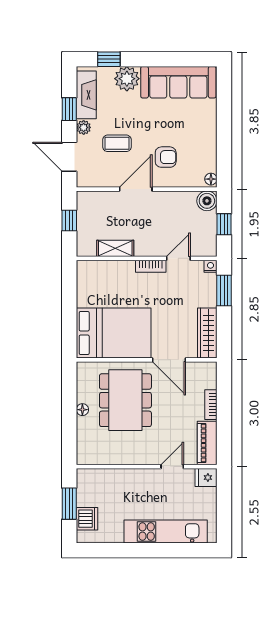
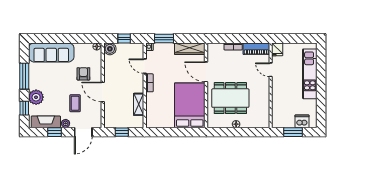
window: (162, 59) -> (24, 76), added
sofa: (178, 82) -> (51, 52), moved, turned 90
door: (169, 360) -> (206, 72), swing flipped

